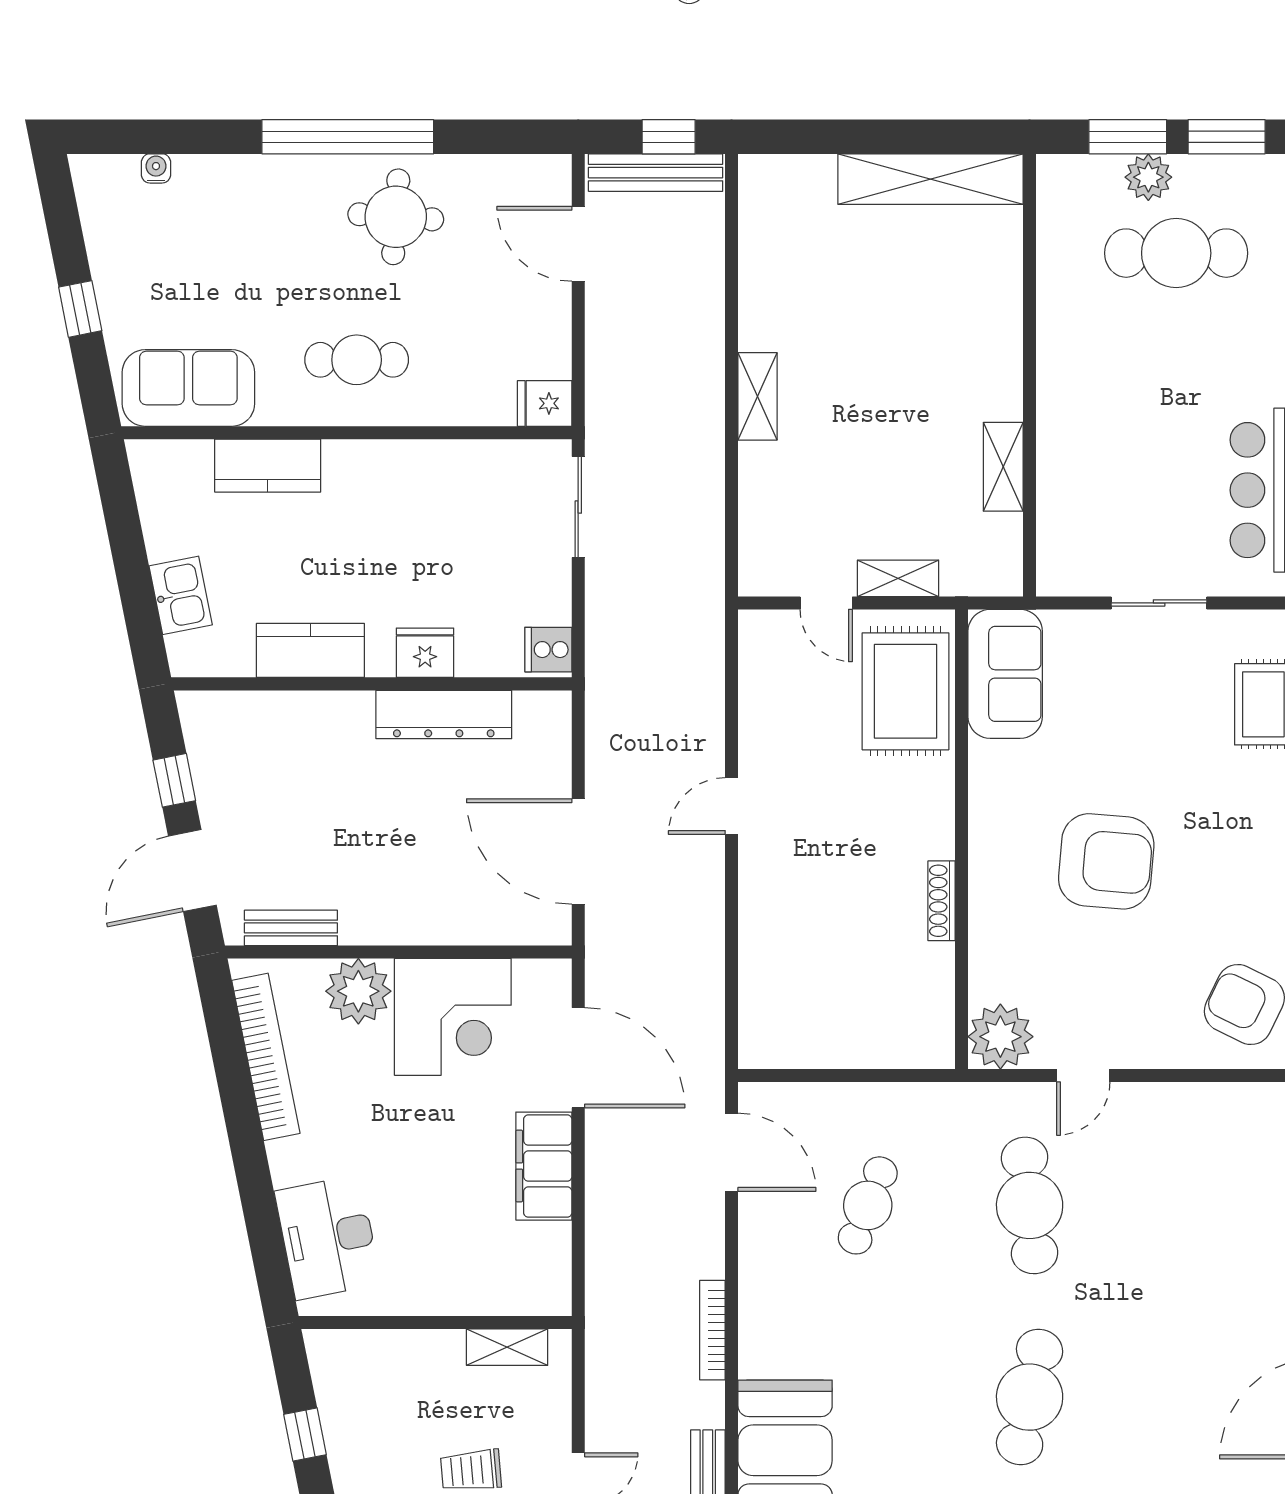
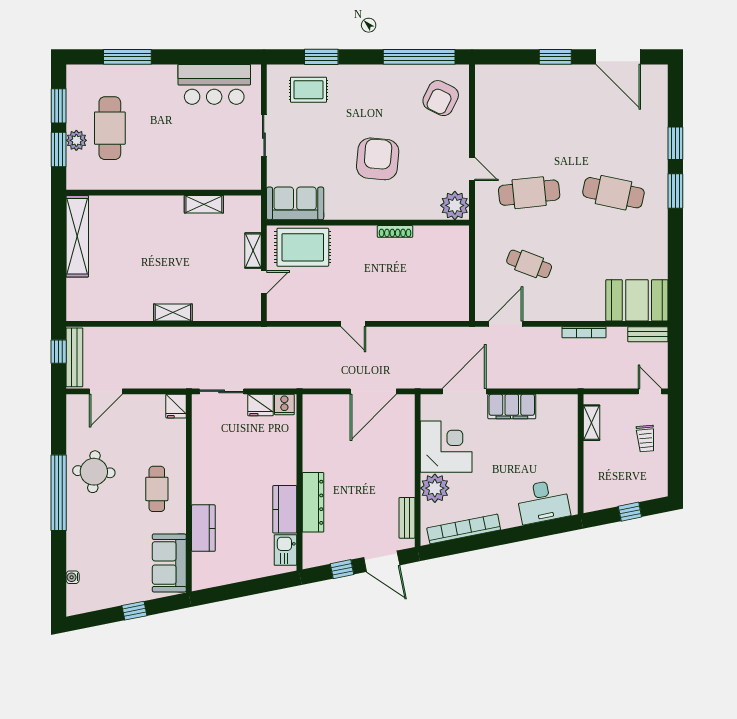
kitchen sink: (181, 595) -> (286, 550), moved, turned -79
fridge: (425, 653) -> (260, 405), moved, turned -90
dresser: (444, 714) -> (313, 502), moved

